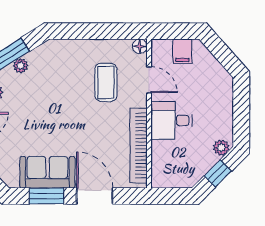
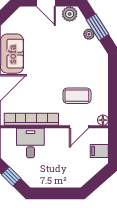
desk: (172, 120) -> (30, 143), moved
plant: (221, 148) -> (30, 179), removed

